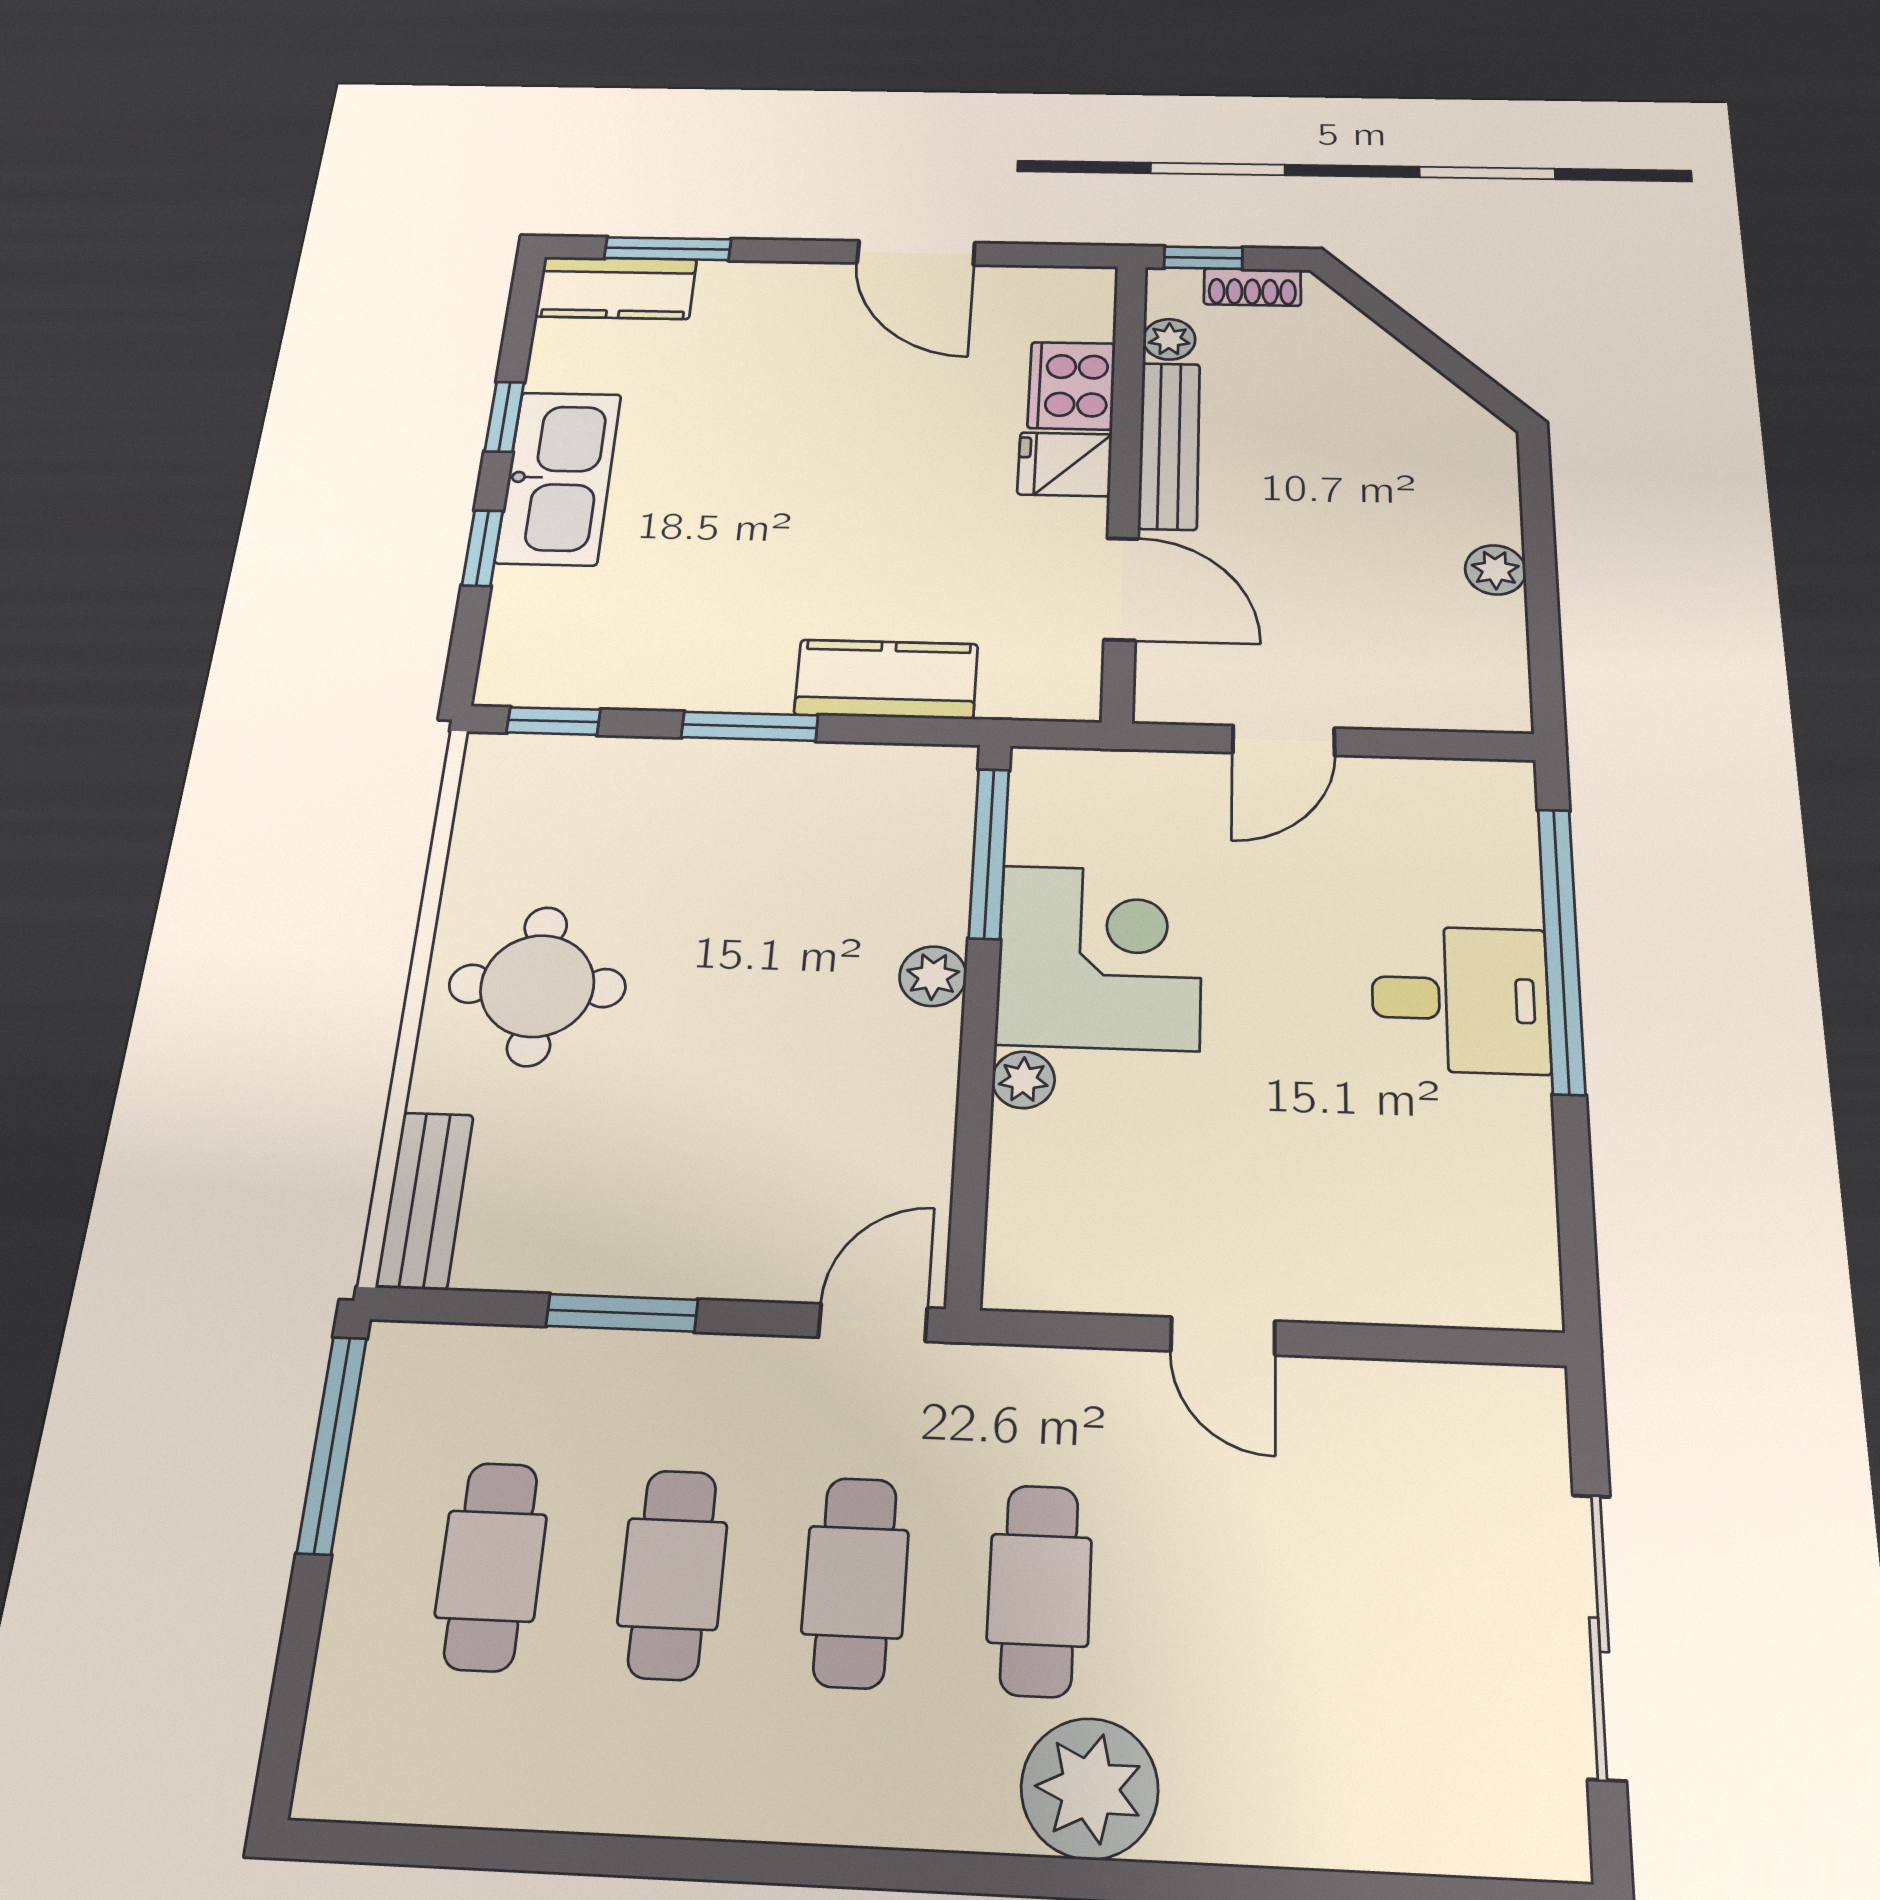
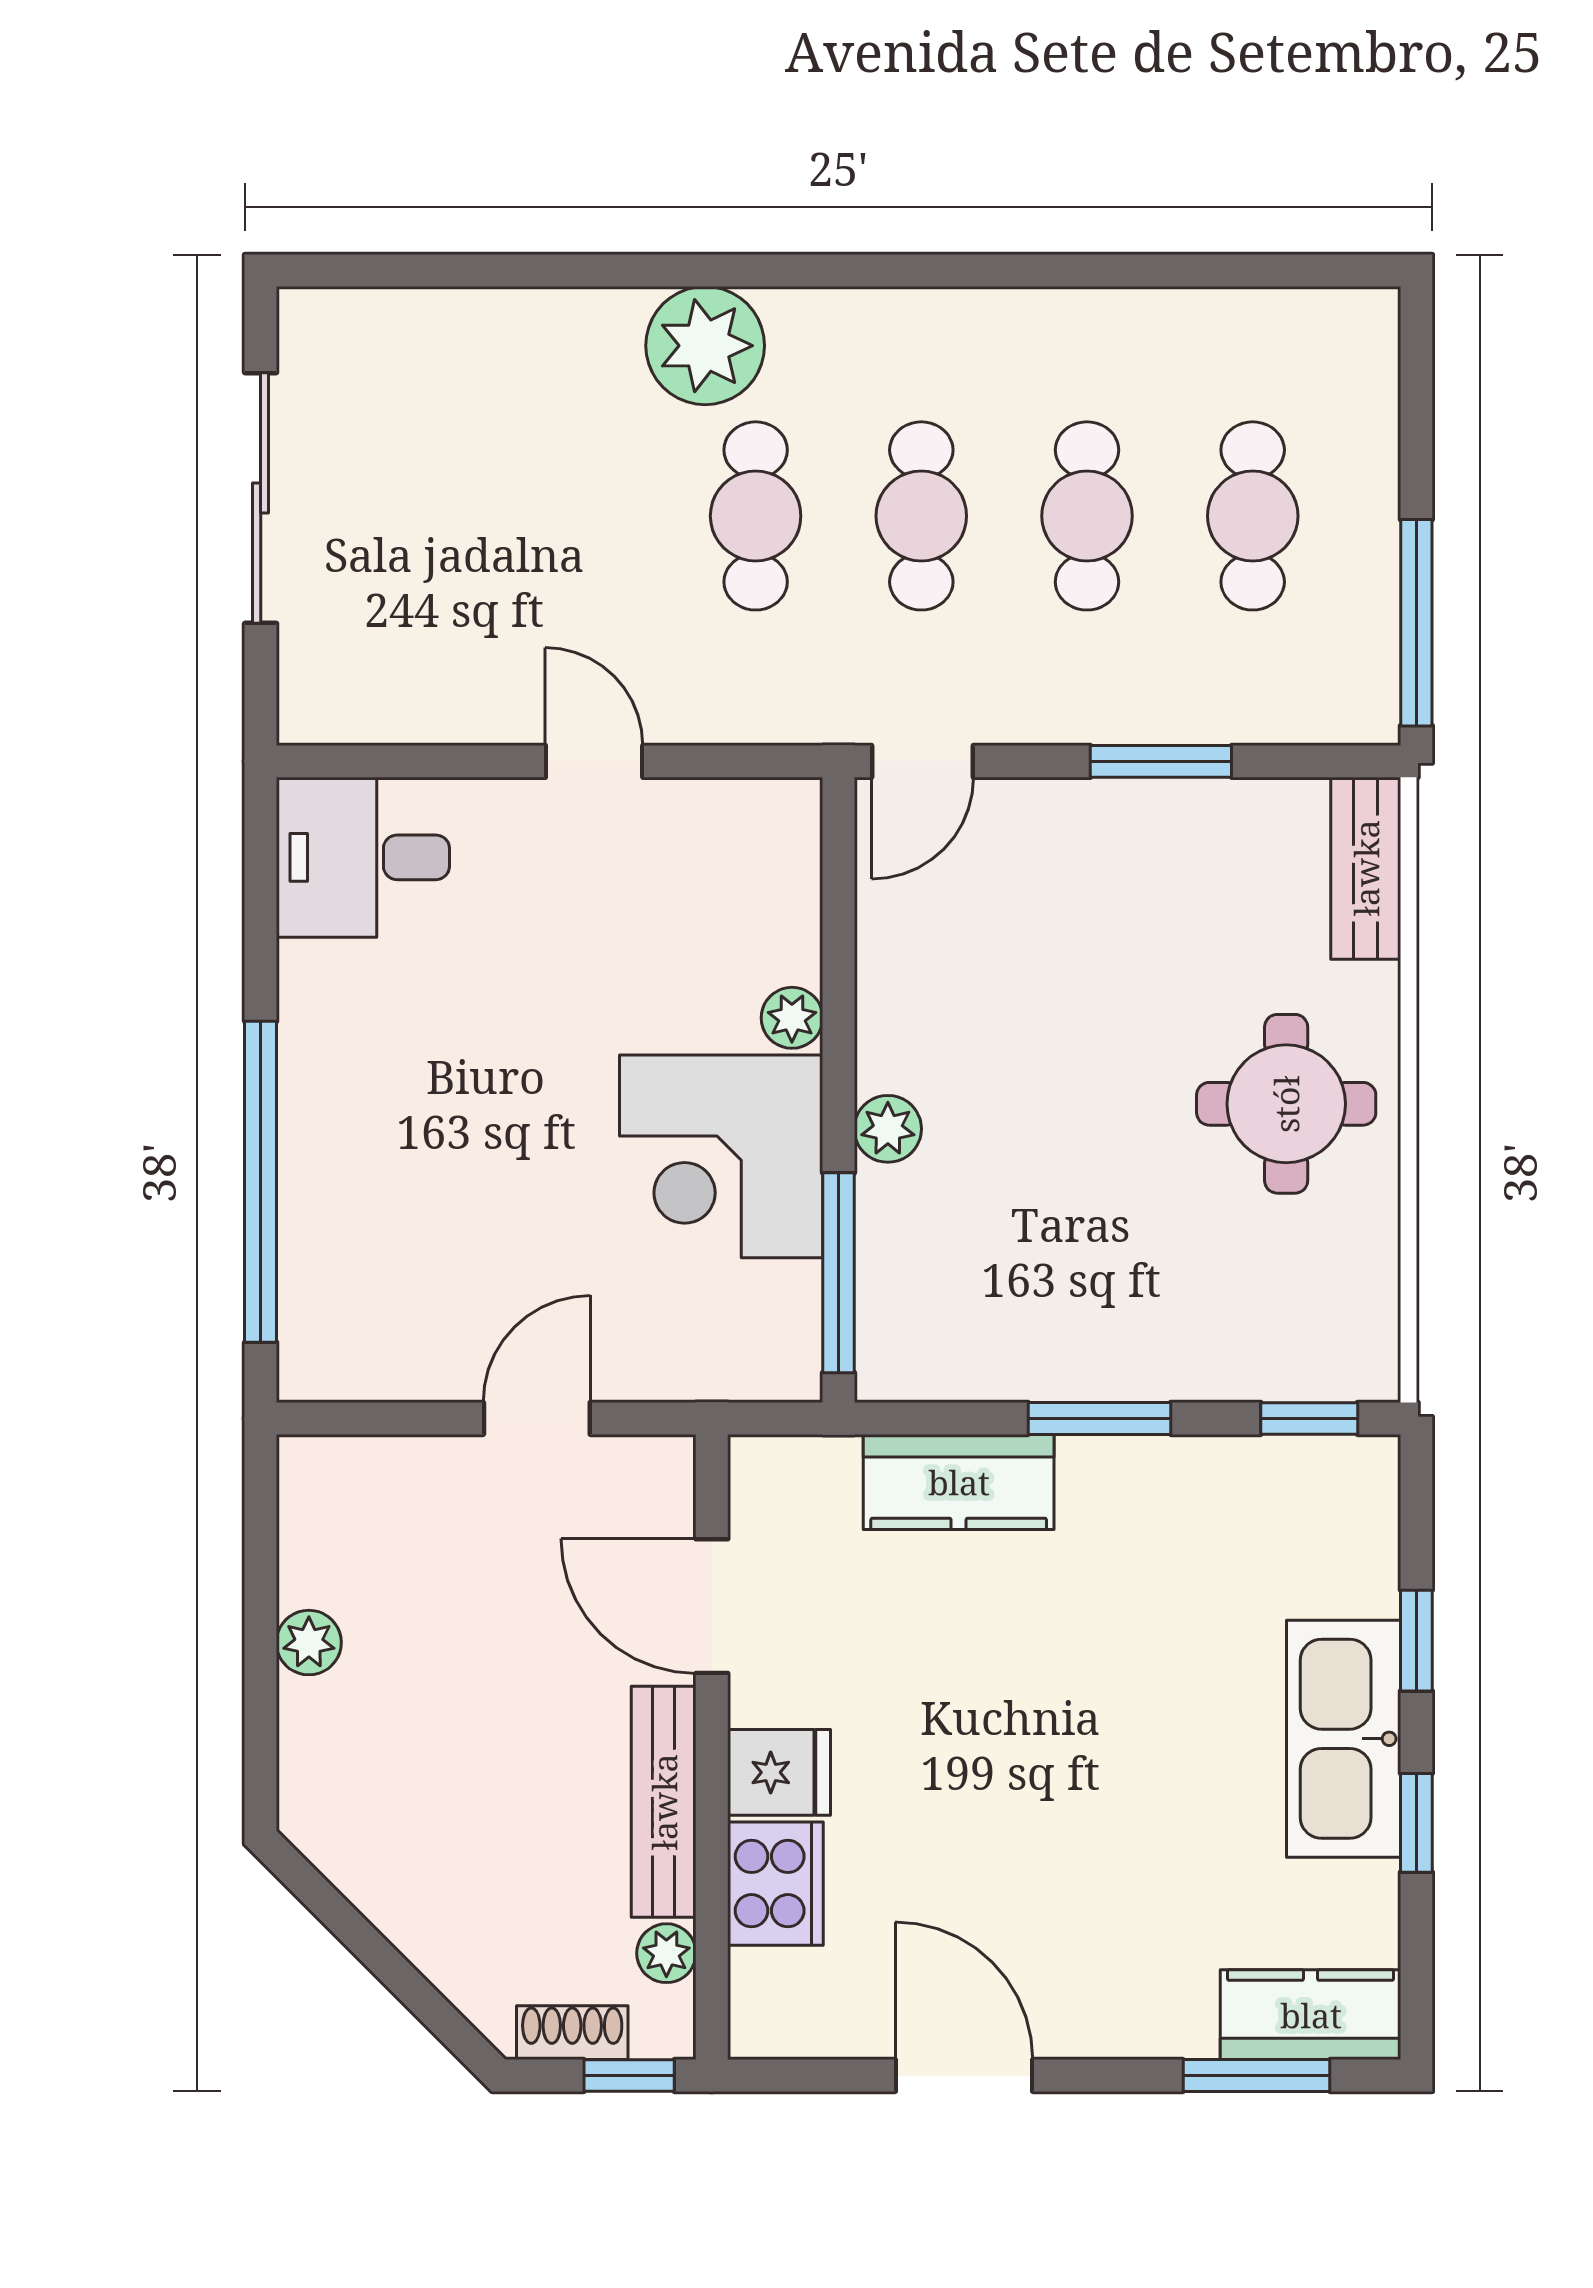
desk: (1460, 999) -> (363, 857), moved

